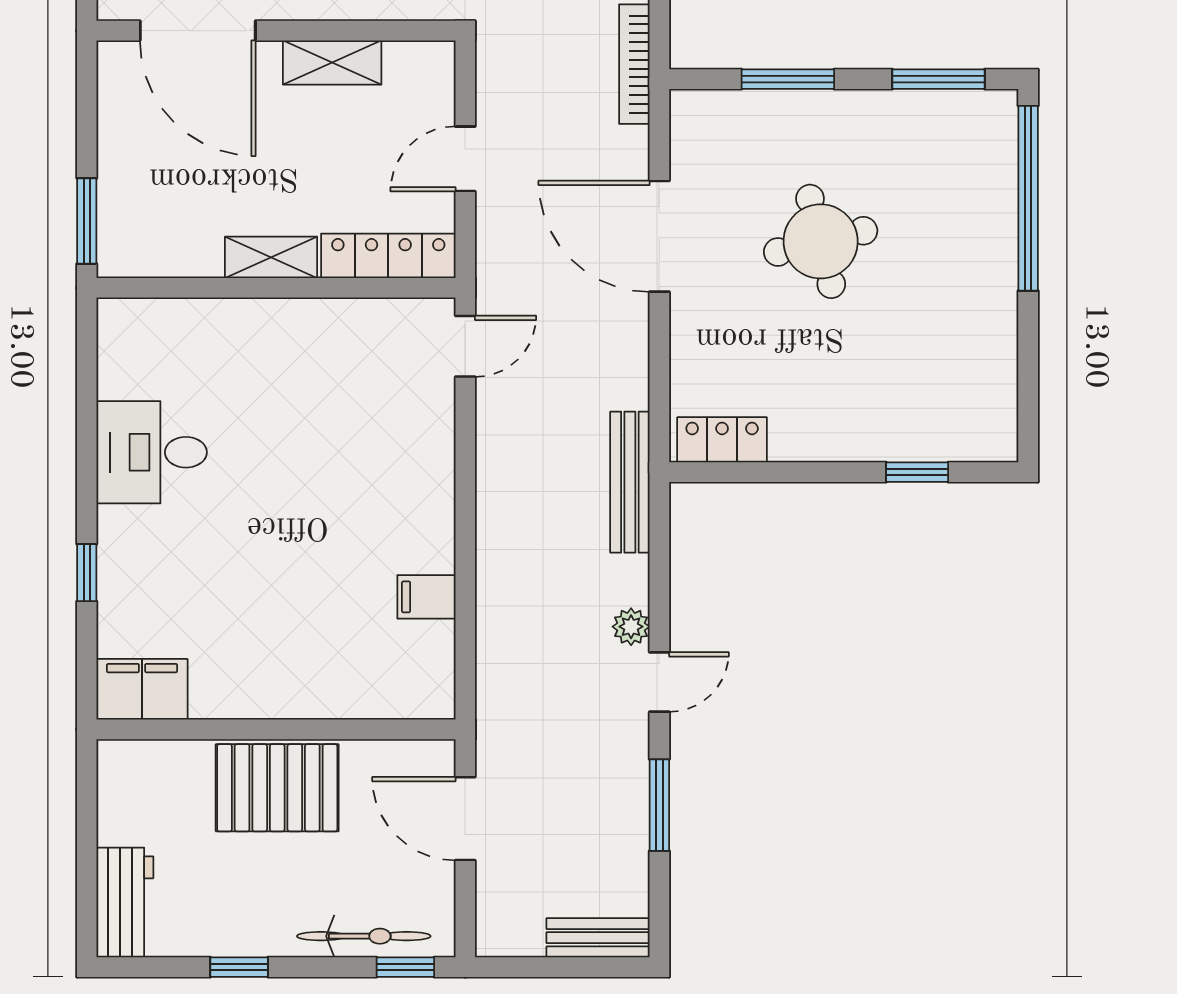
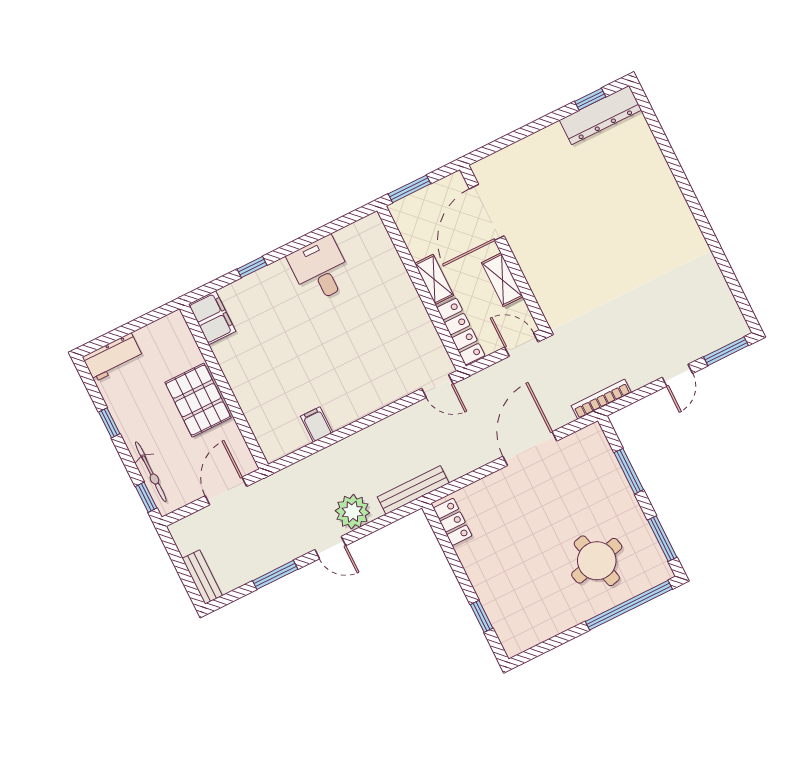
door: (198, 31) -> (487, 212), moved
wall: (276, 31) -> (504, 247), moved
shelving: (332, 62) -> (502, 280), moved
round table: (821, 241) -> (597, 561), moved
plant: (631, 627) -> (352, 512), width x1.87, depth x1.87

